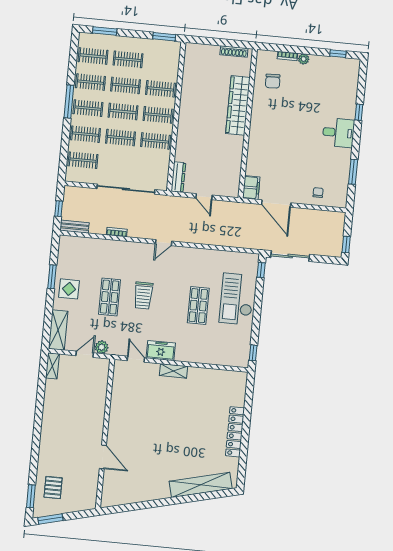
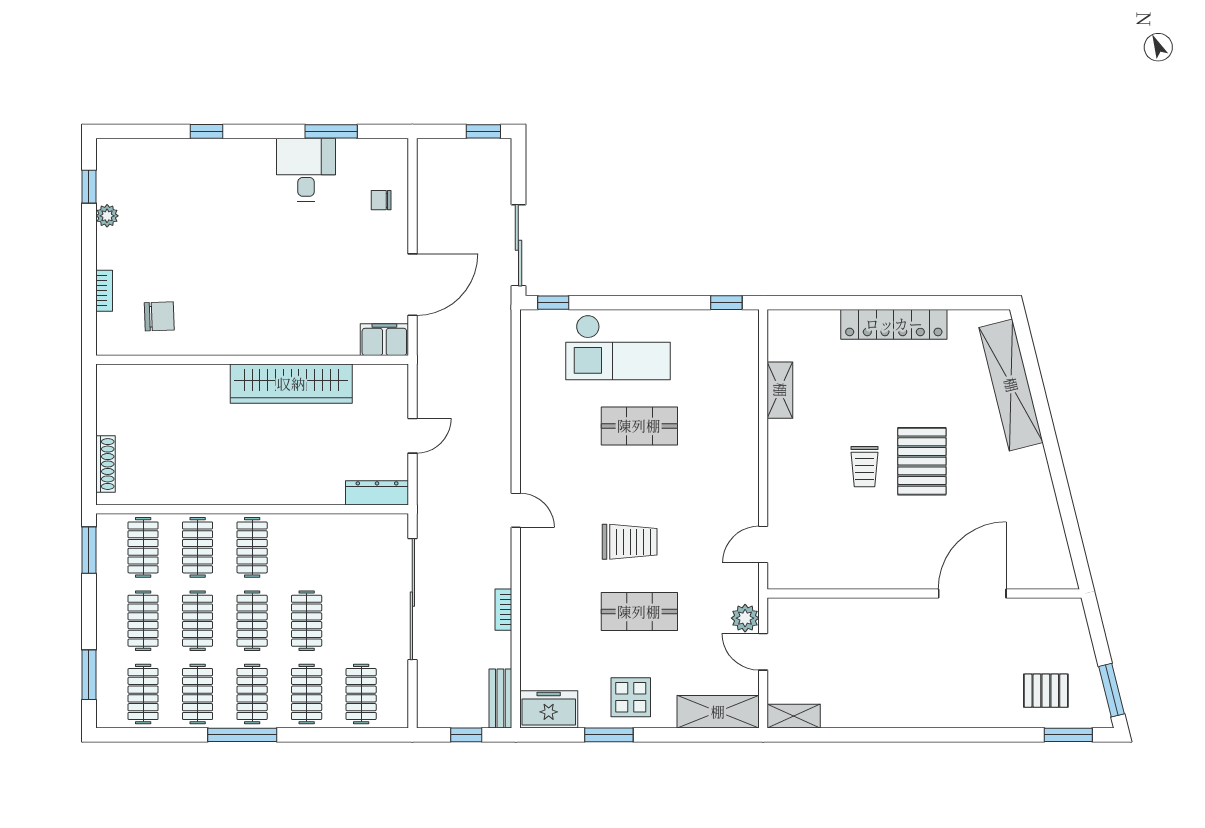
shoe rack: (234, 51) -> (105, 464), moved
plant: (304, 59) -> (107, 216), moved
wardrobe: (238, 105) -> (291, 384), moved
desk: (338, 133) -> (306, 170), moved
clothes rail: (156, 141) -> (143, 547), moved
freezer: (161, 351) -> (549, 709), moved, turned 90
shelving: (174, 371) -> (780, 390), moved
trolley: (168, 411) -> (865, 467), added
pallet: (168, 439) -> (922, 461), added
door: (103, 457) -> (972, 594), width x1.36

